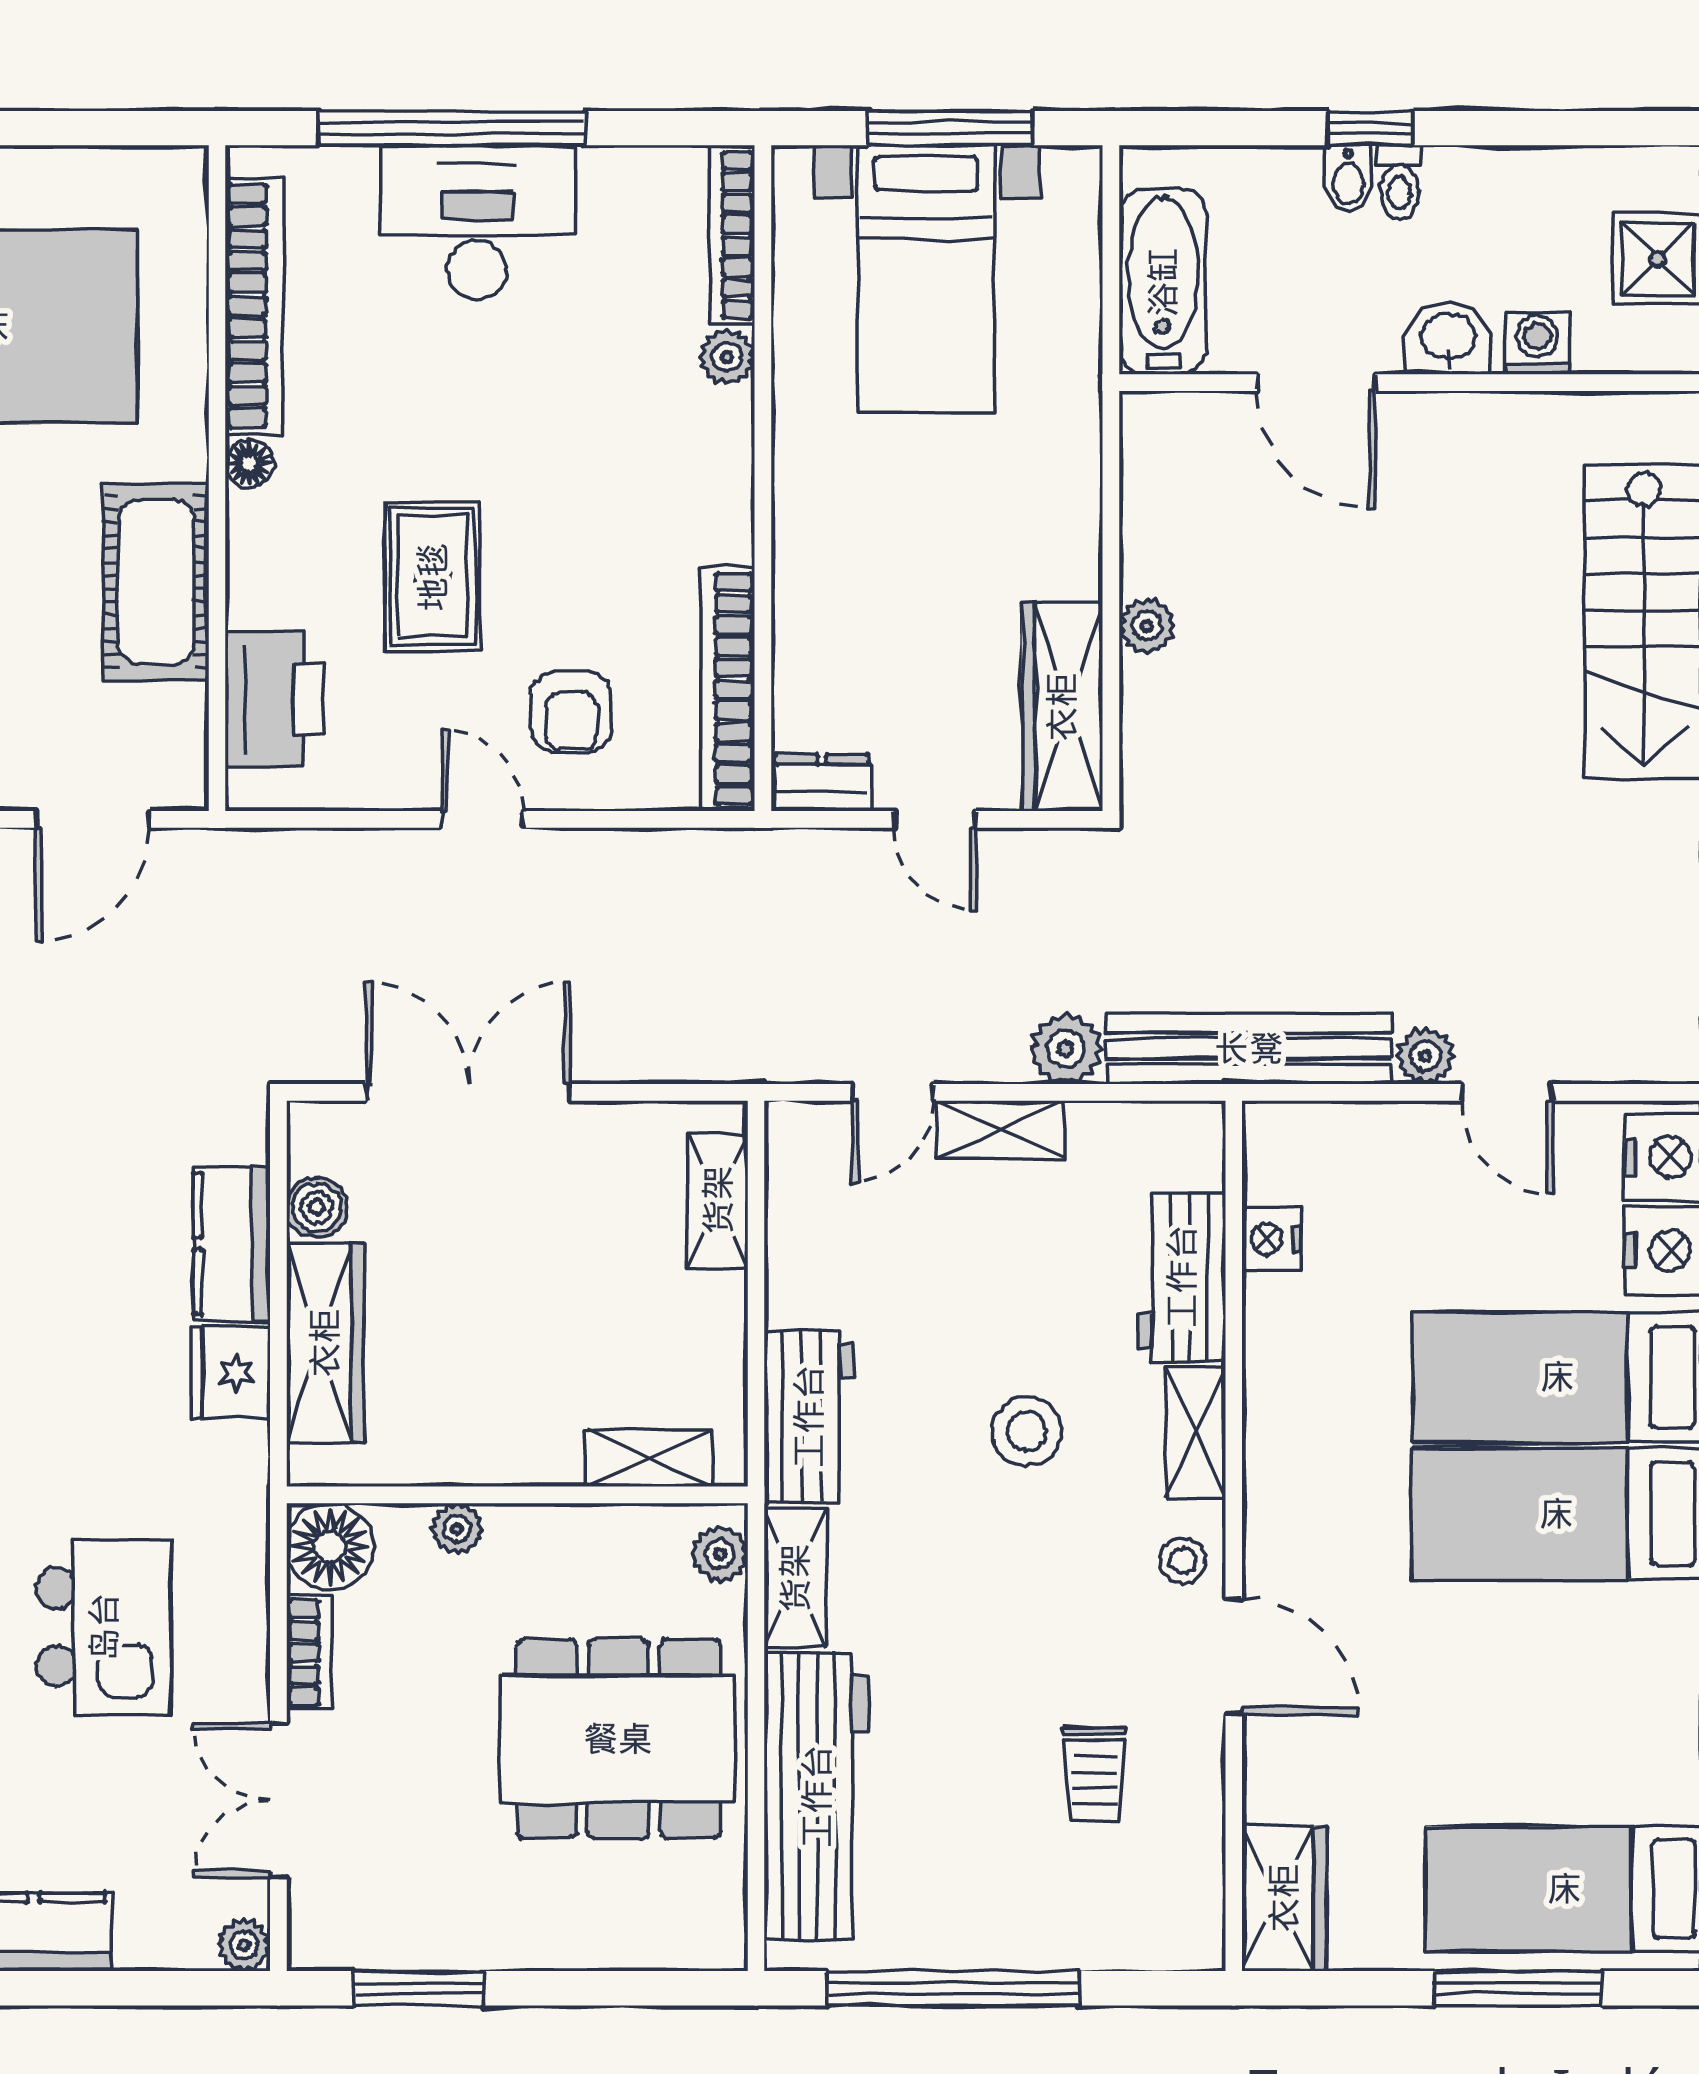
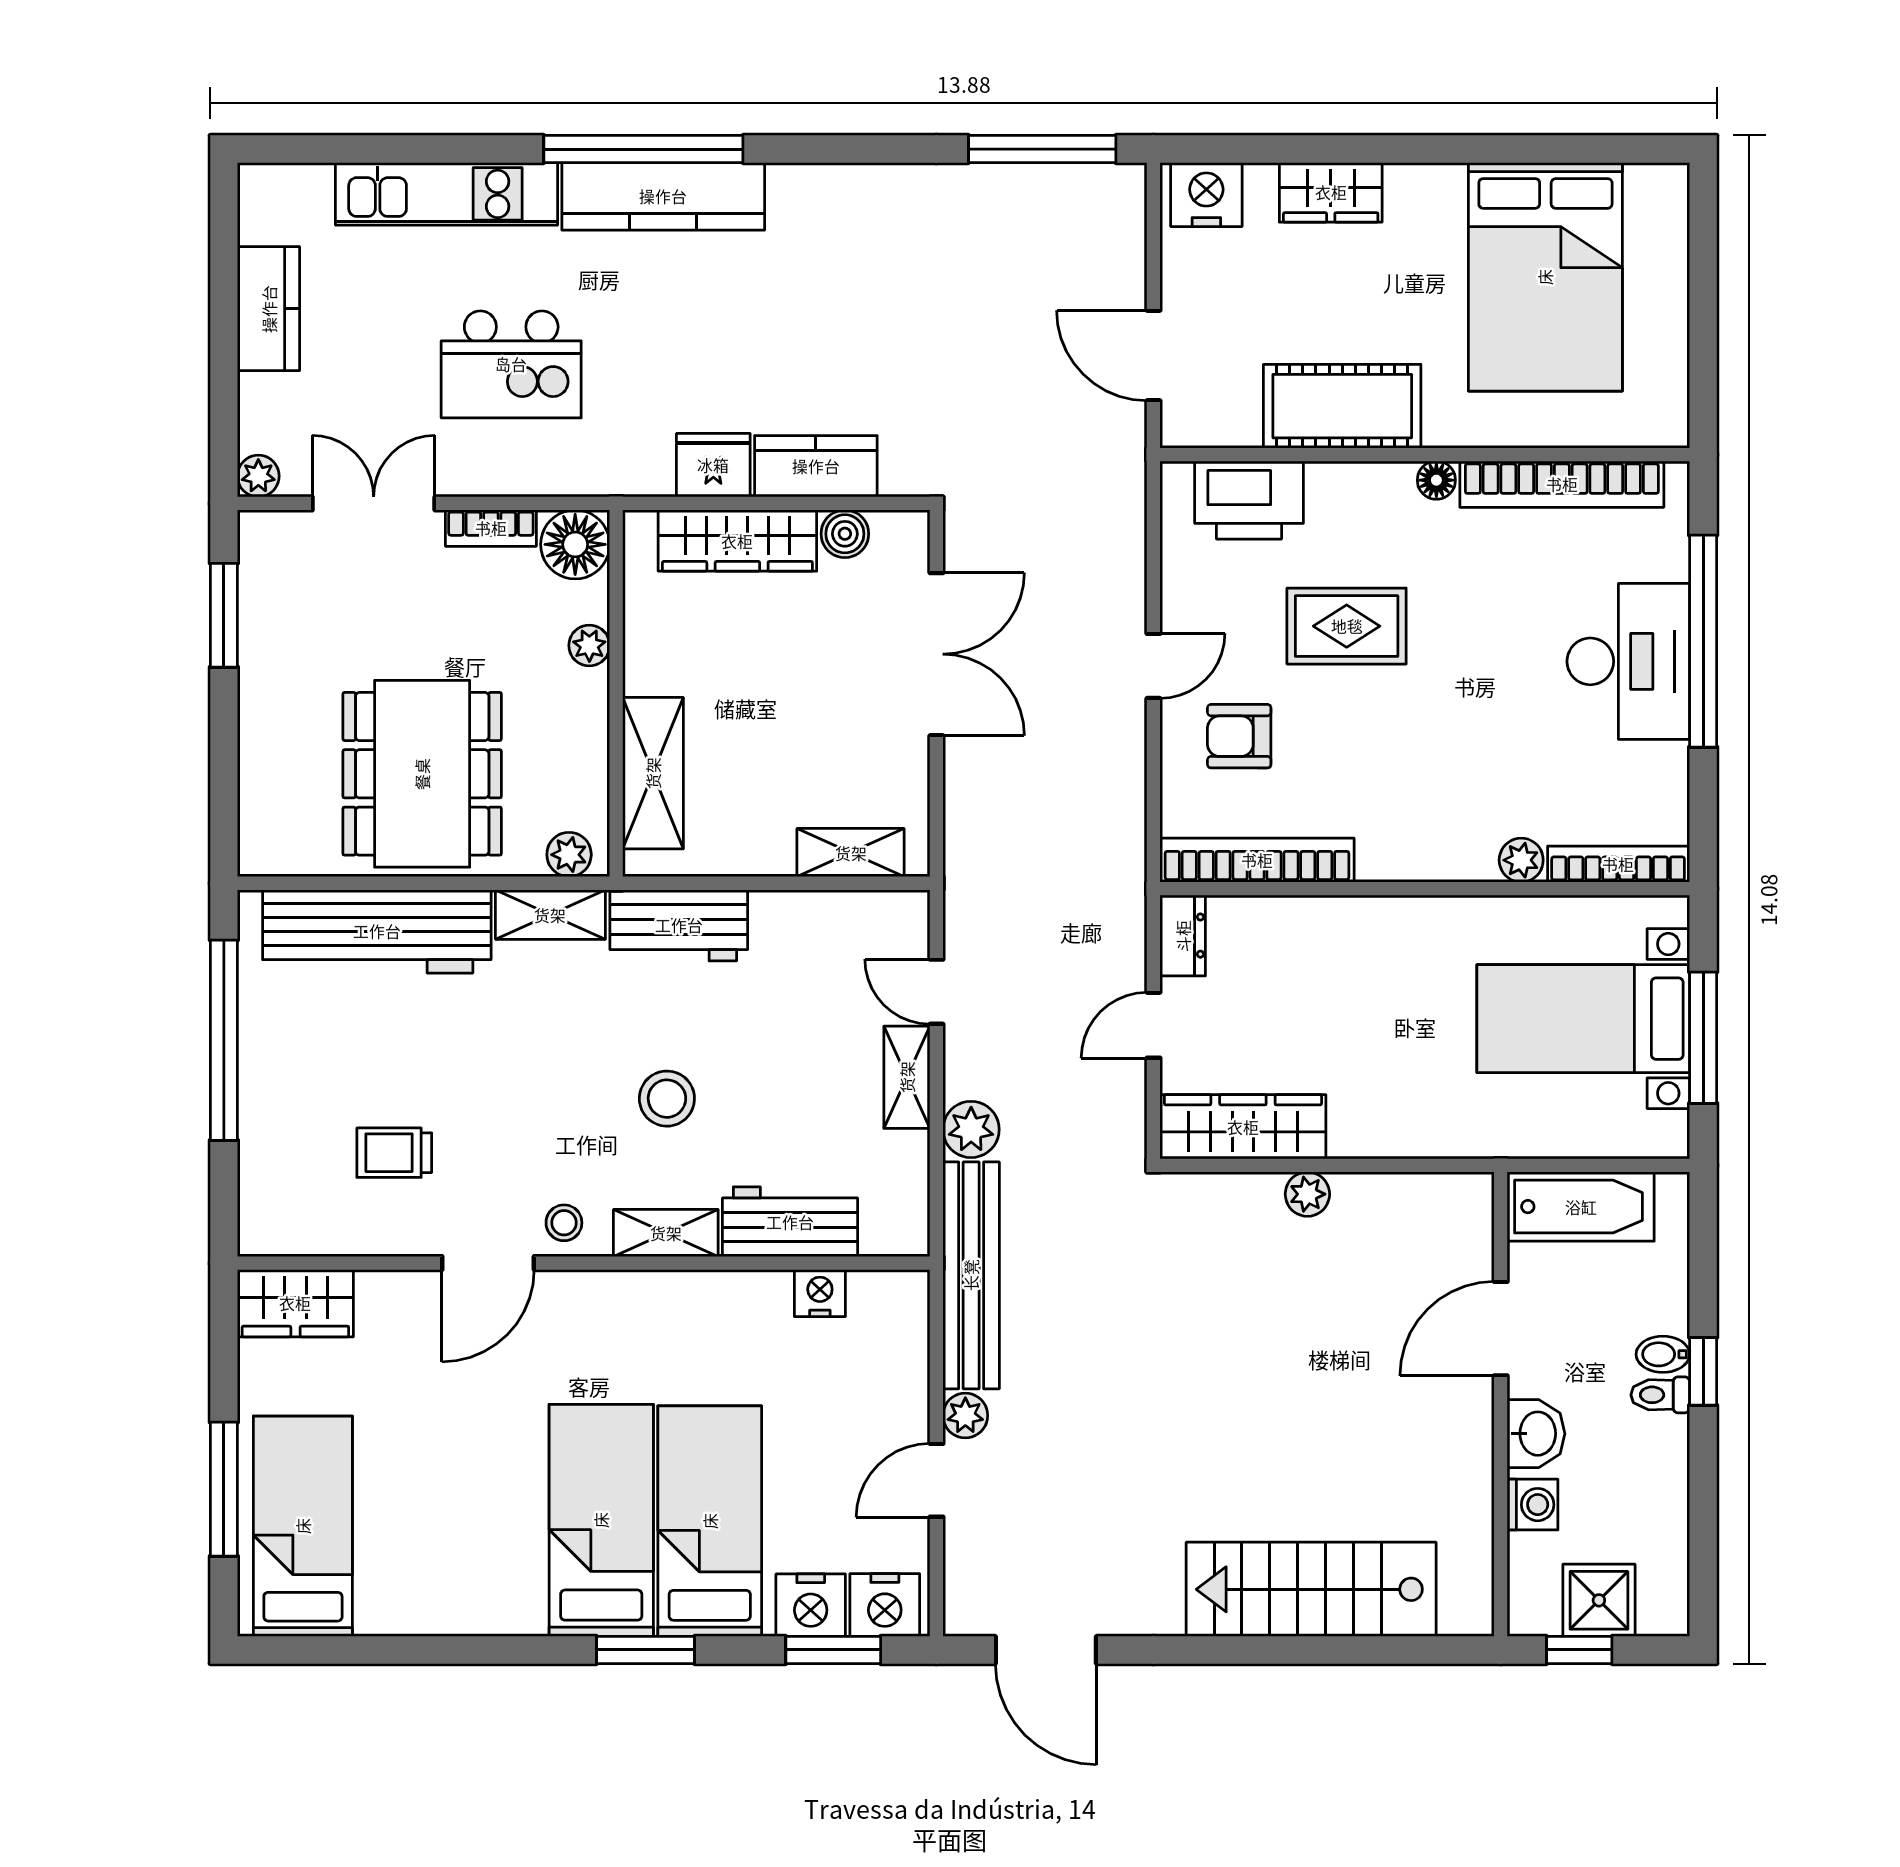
shelving: (649, 1458) -> (653, 773), width x1.50, depth x1.33

